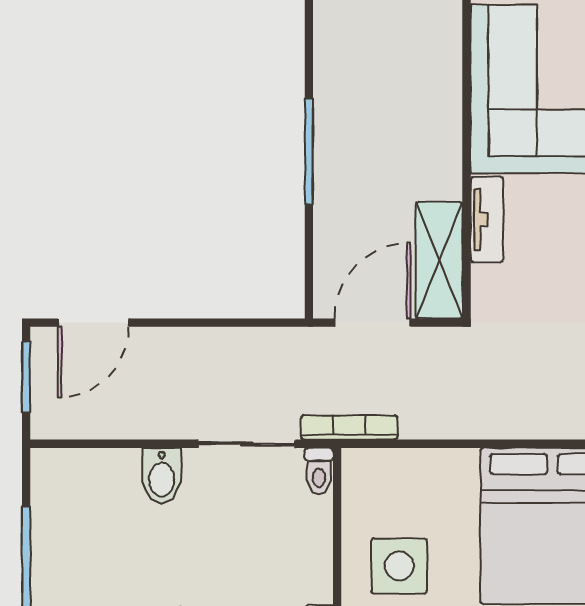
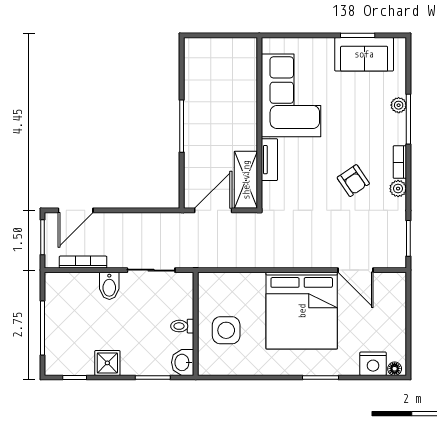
bookcase: (349, 427) -> (83, 262), moved
toilet: (319, 471) -> (182, 326), moved, turned 90

